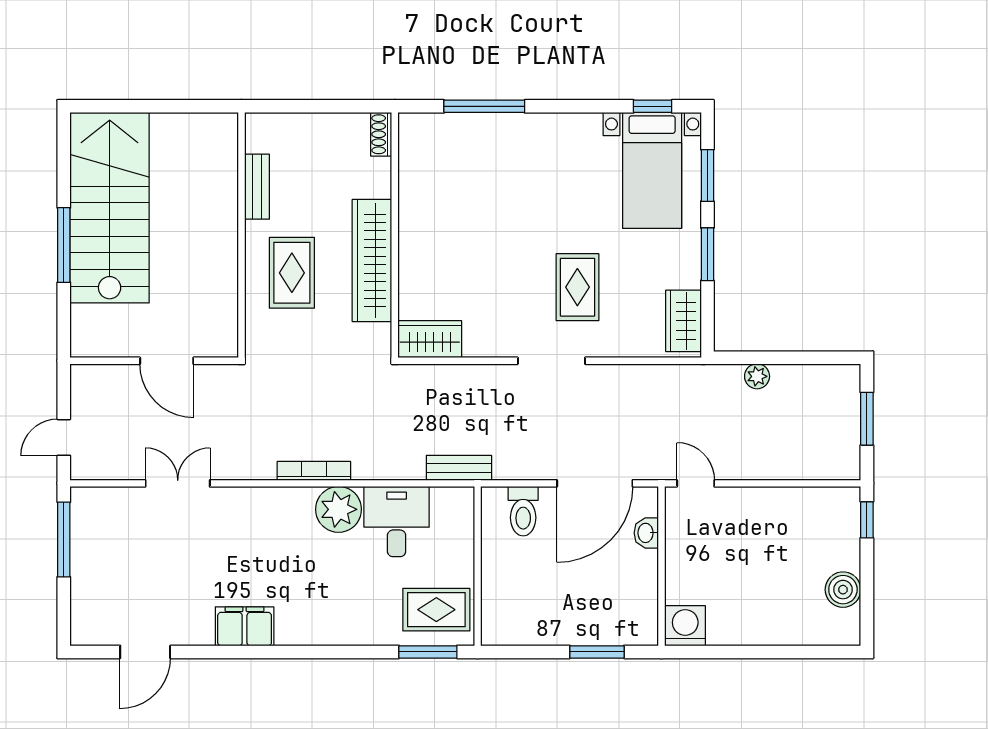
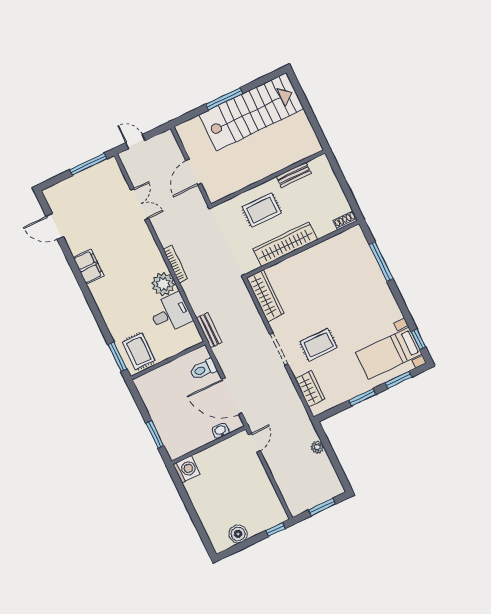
wardrobe: (684, 321) -> (310, 389), moved, turned 90
wardrobe: (430, 339) -> (265, 296), width x1.50

